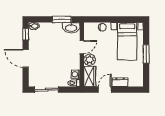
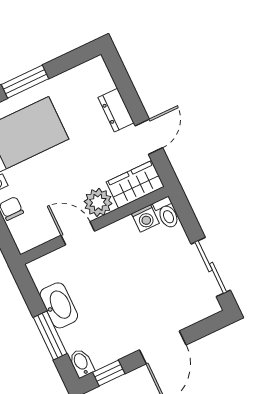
window: (62, 19) -> (50, 336), moved
washbasin: (71, 28) -> (59, 305), moved
door: (105, 90) -> (149, 137), swing flipped

